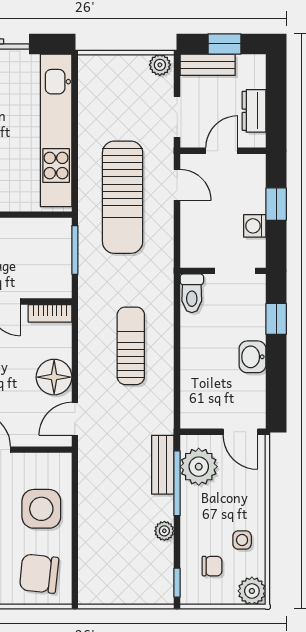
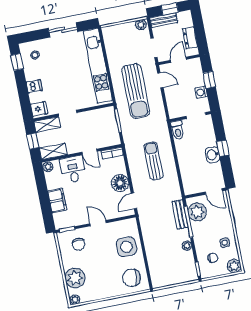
window: (276, 319) -> (223, 148), moved

